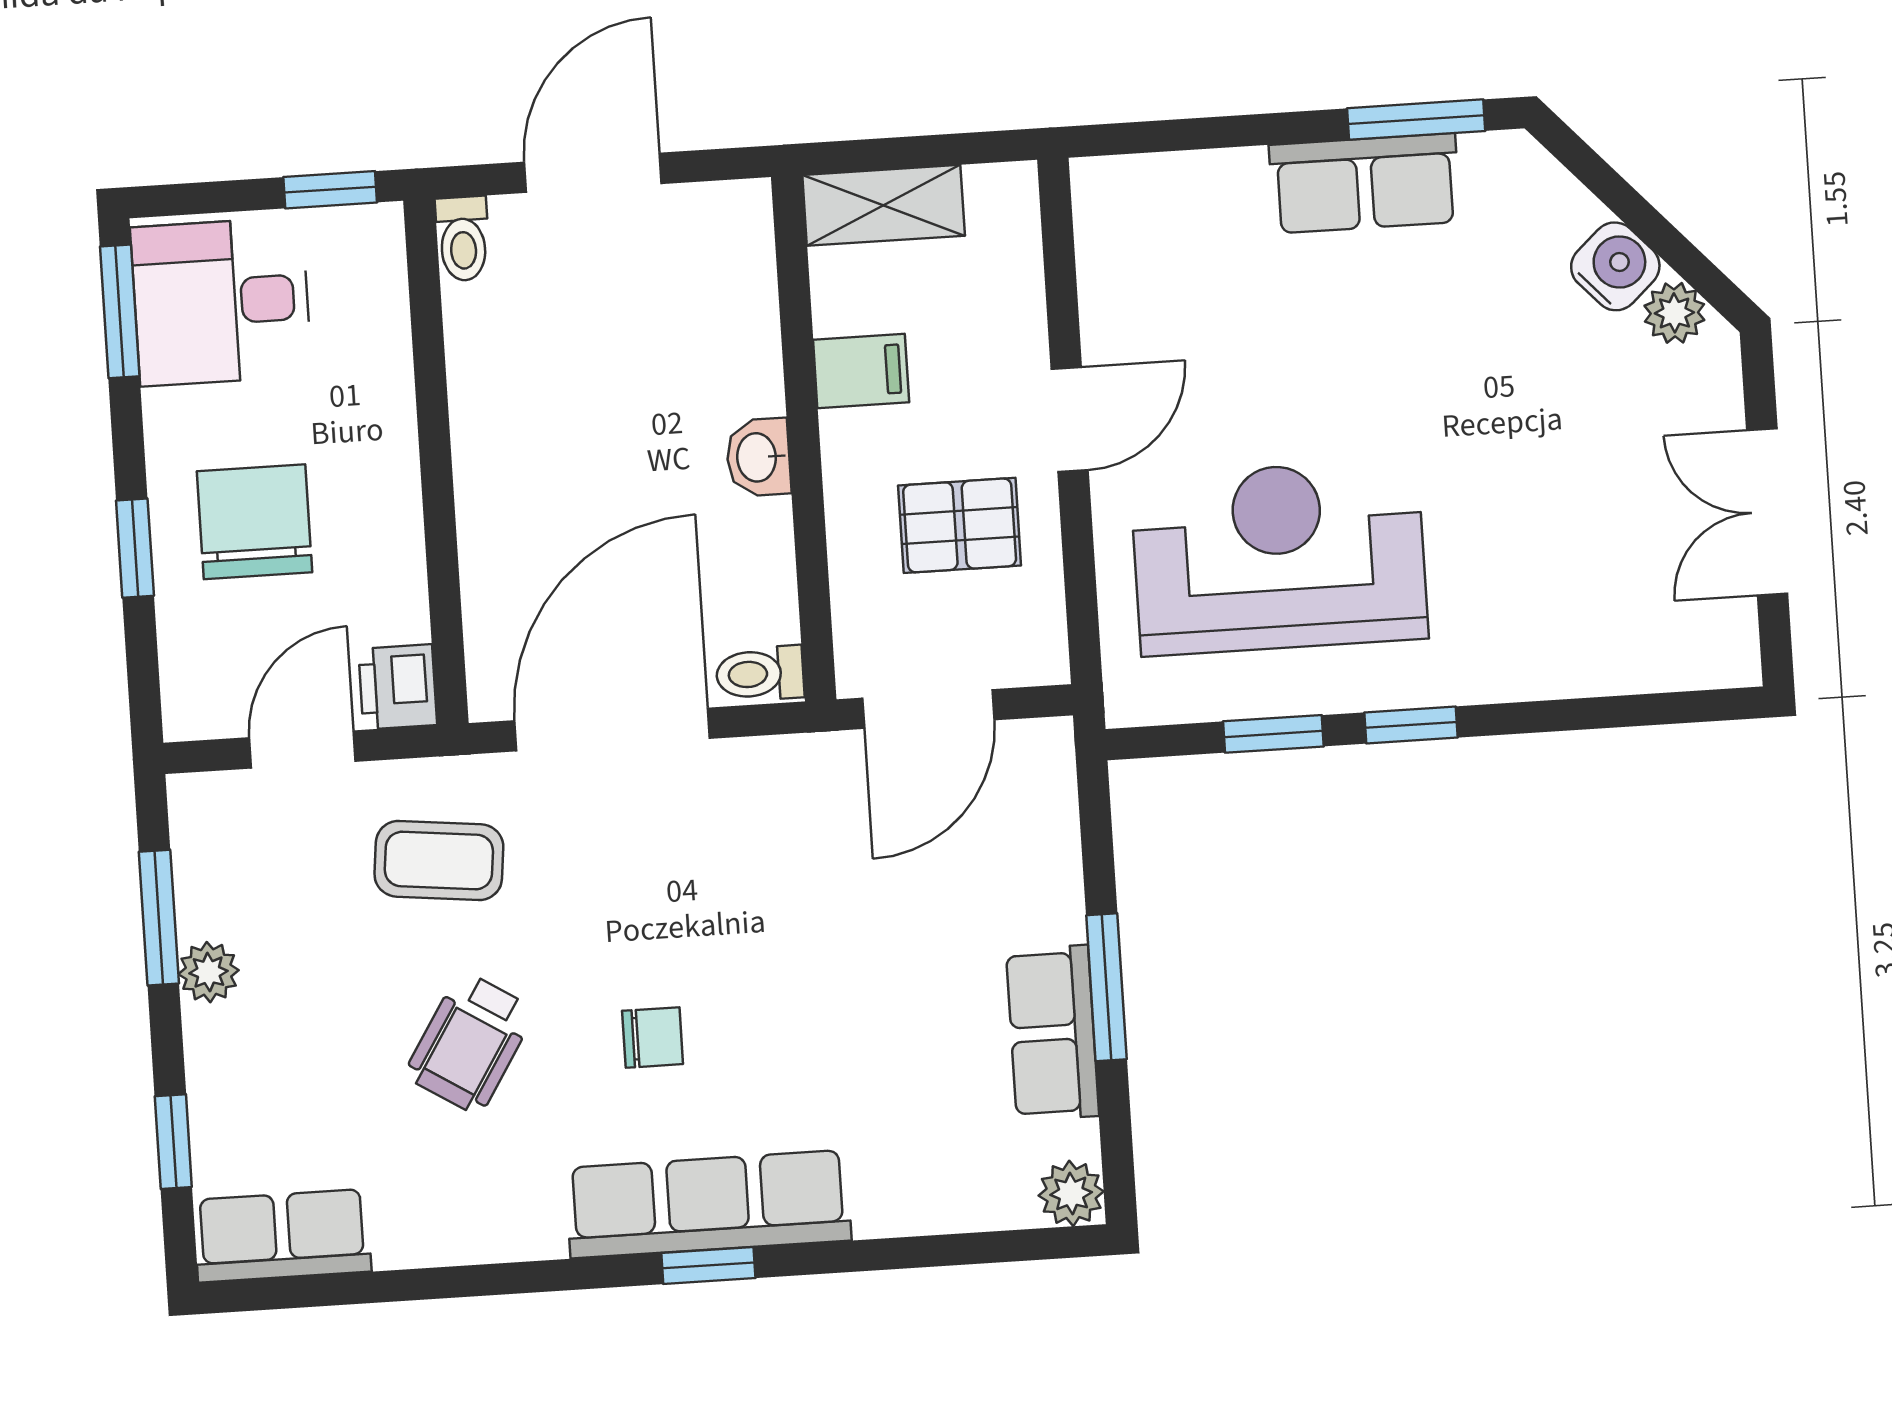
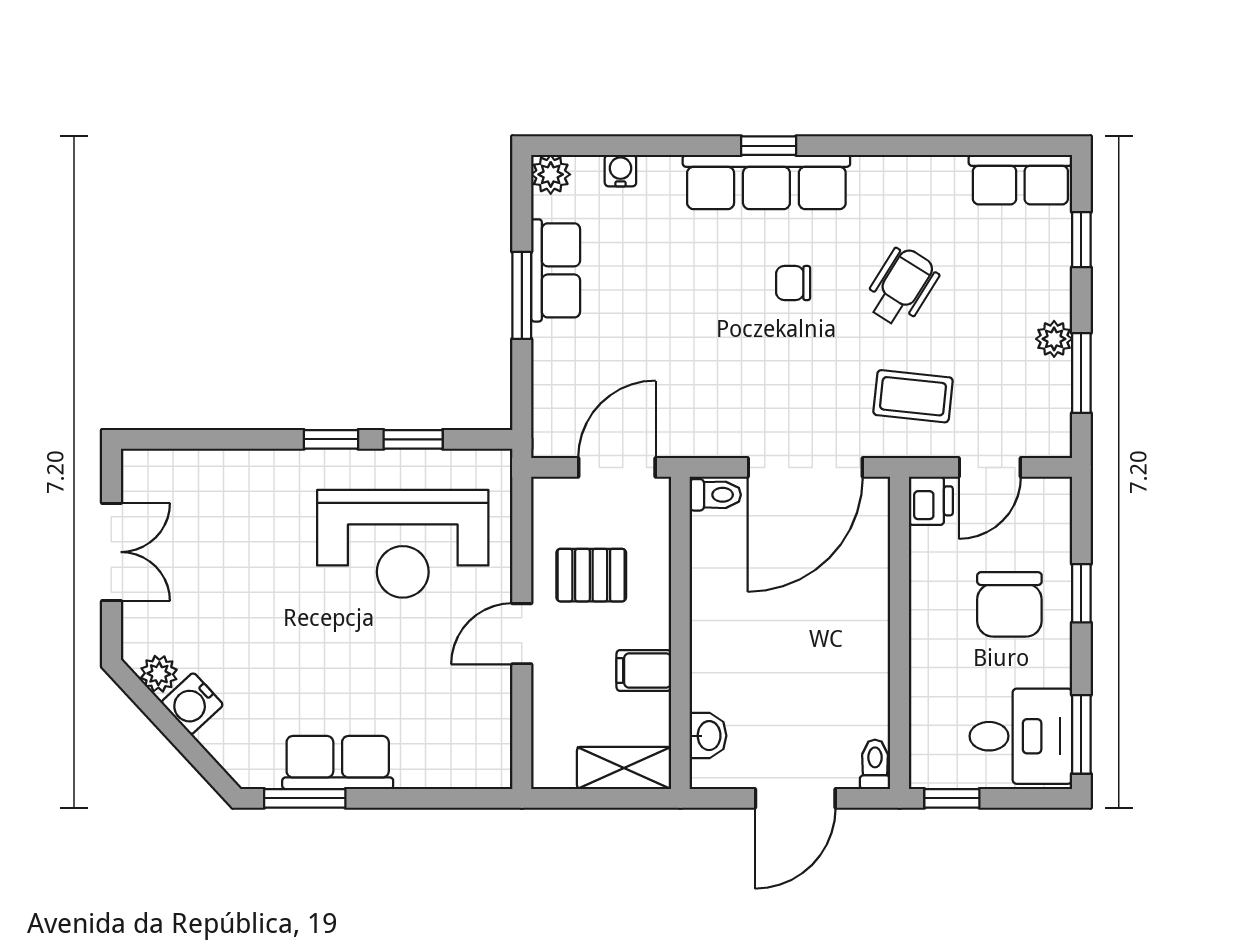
washbasin: (758, 457) -> (708, 736), moved
water cooler: (954, 1207) -> (620, 171), added

